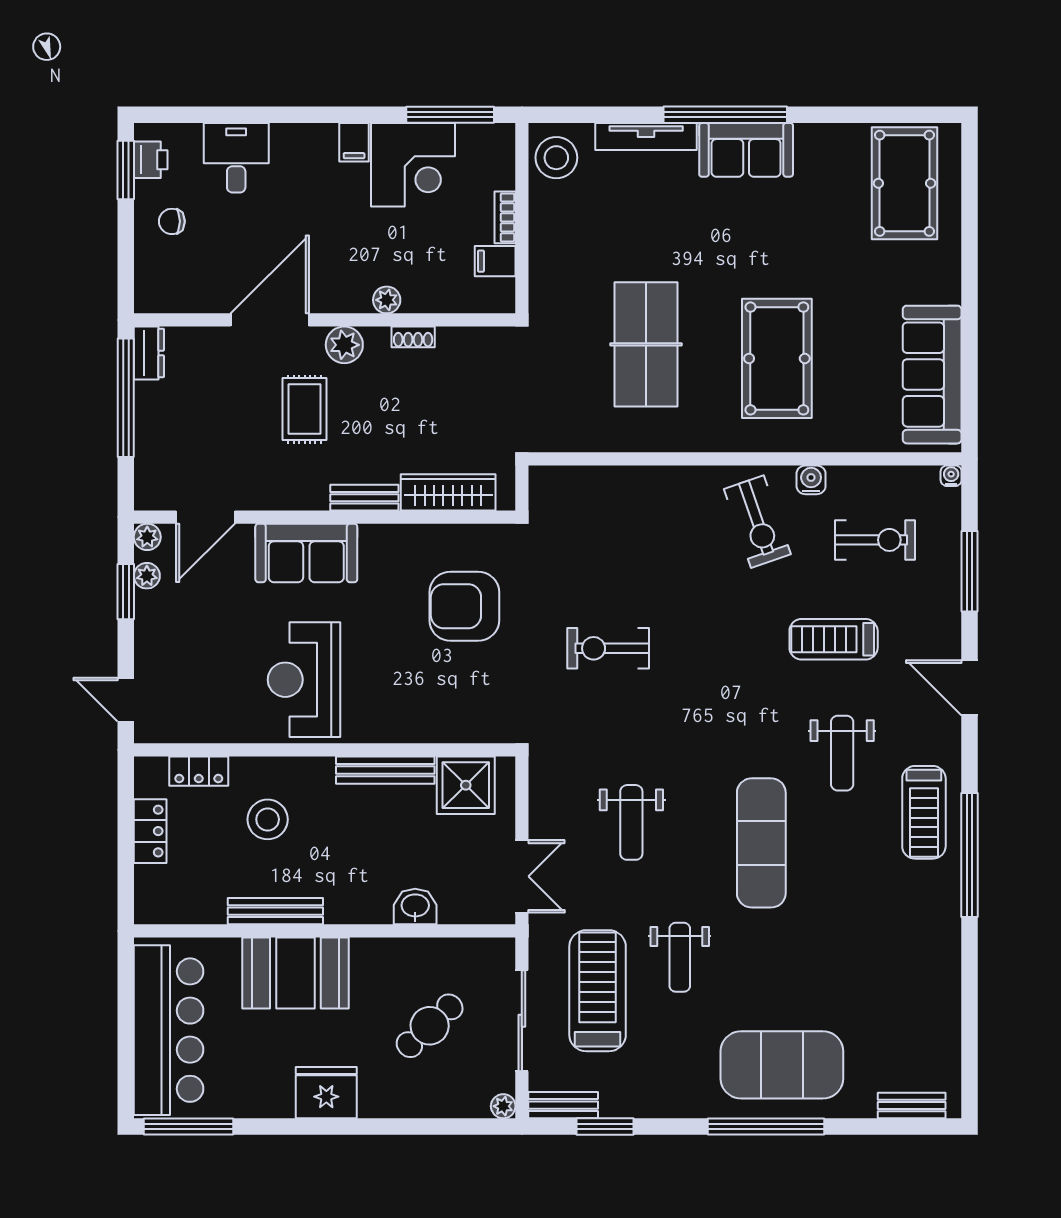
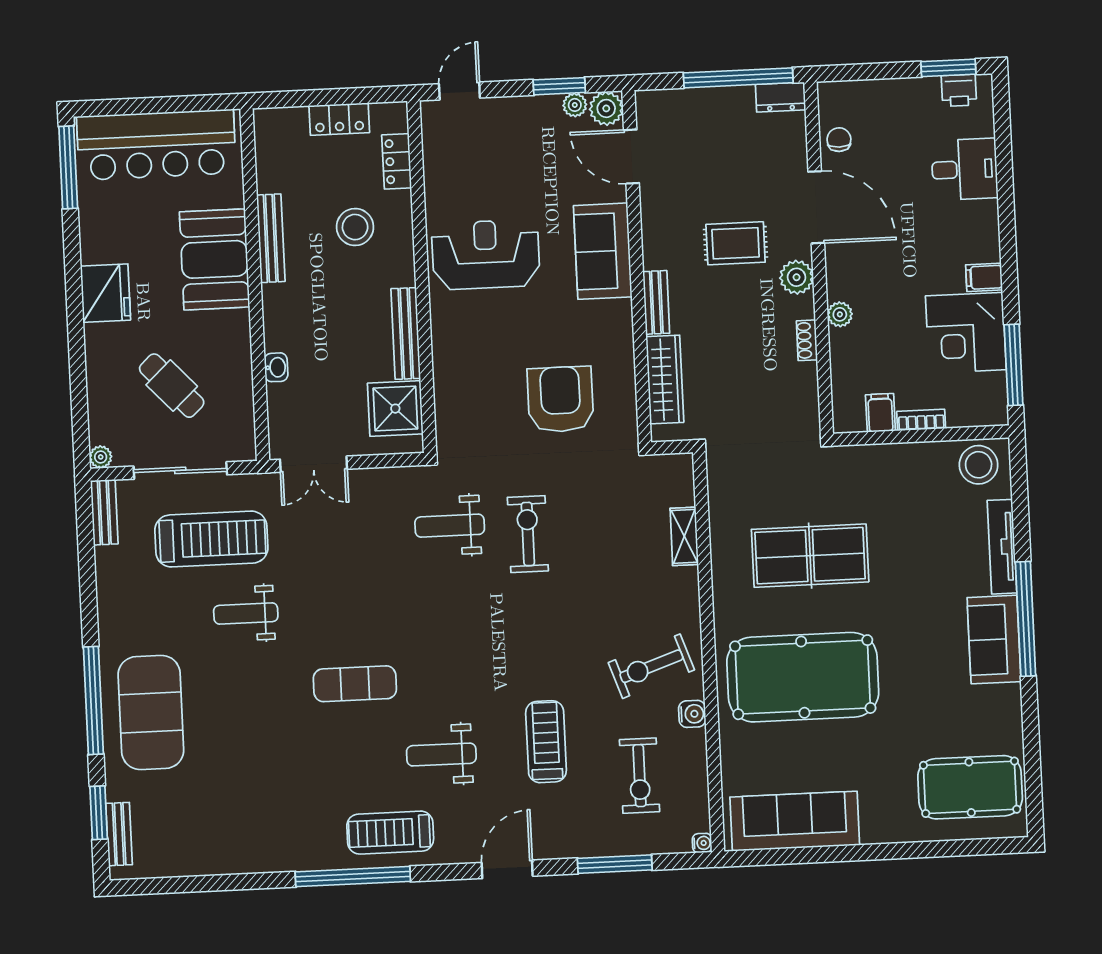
chair: (172, 221) -> (839, 140), moved
pool table: (777, 358) -> (803, 677), width x1.36, depth x1.32
shelving: (619, 479) -> (684, 536), added
plant: (147, 537) -> (606, 108), width x1.38, depth x1.38
weight bench: (631, 822) -> (450, 526), moved
exercise mat: (761, 843) -> (355, 684), width x0.73, depth x0.69
washbasin: (415, 906) -> (276, 367), width x0.72, depth x0.69
window: (605, 1126) -> (99, 813), moved

